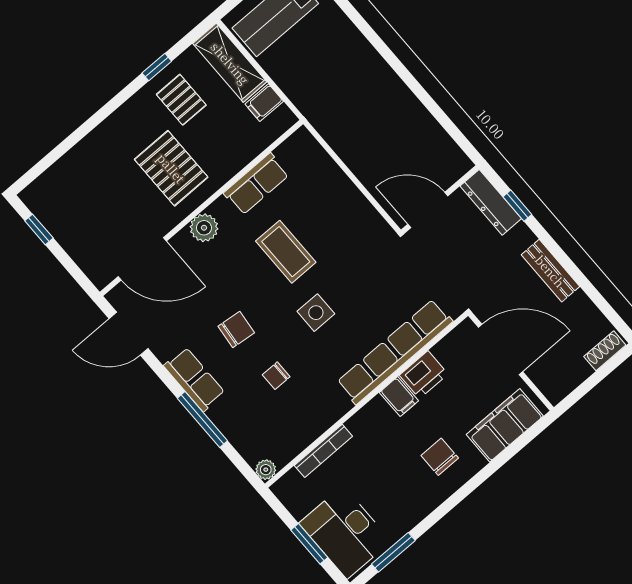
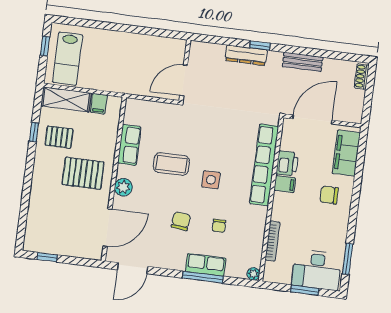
wall: (440, 199) -> (185, 70), moved
door: (428, 210) -> (184, 80), moved
row of seats: (194, 379) -> (206, 265), moved

